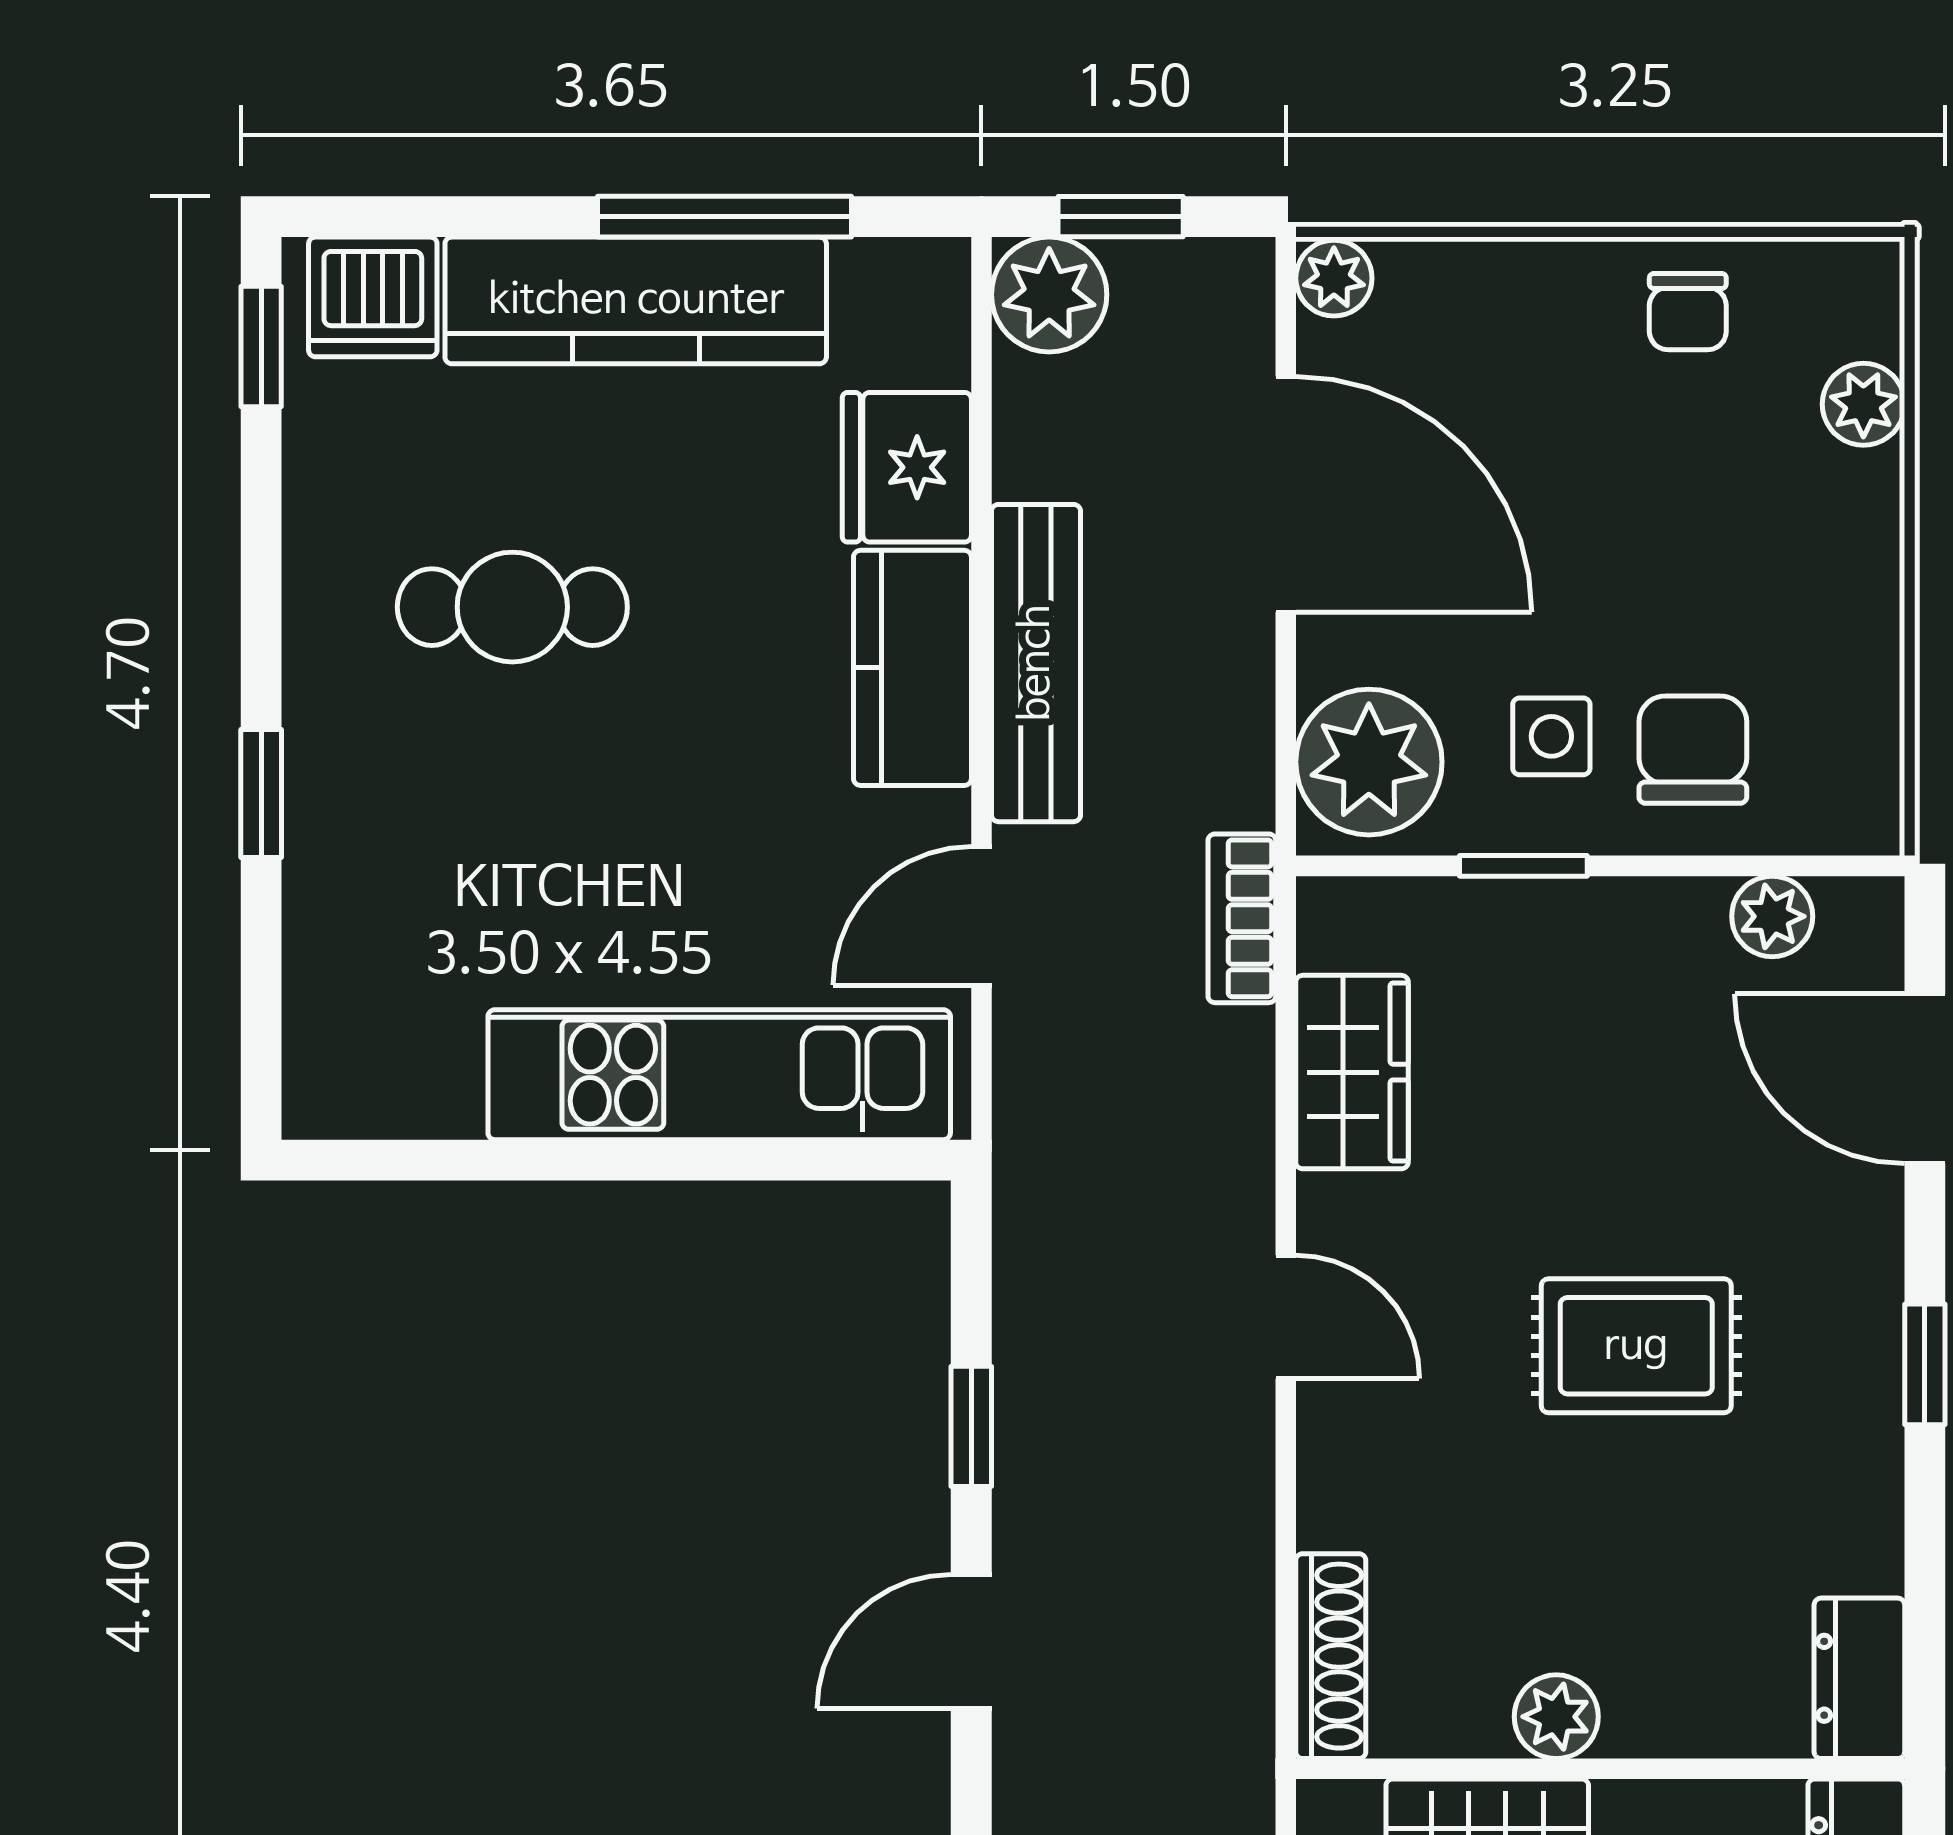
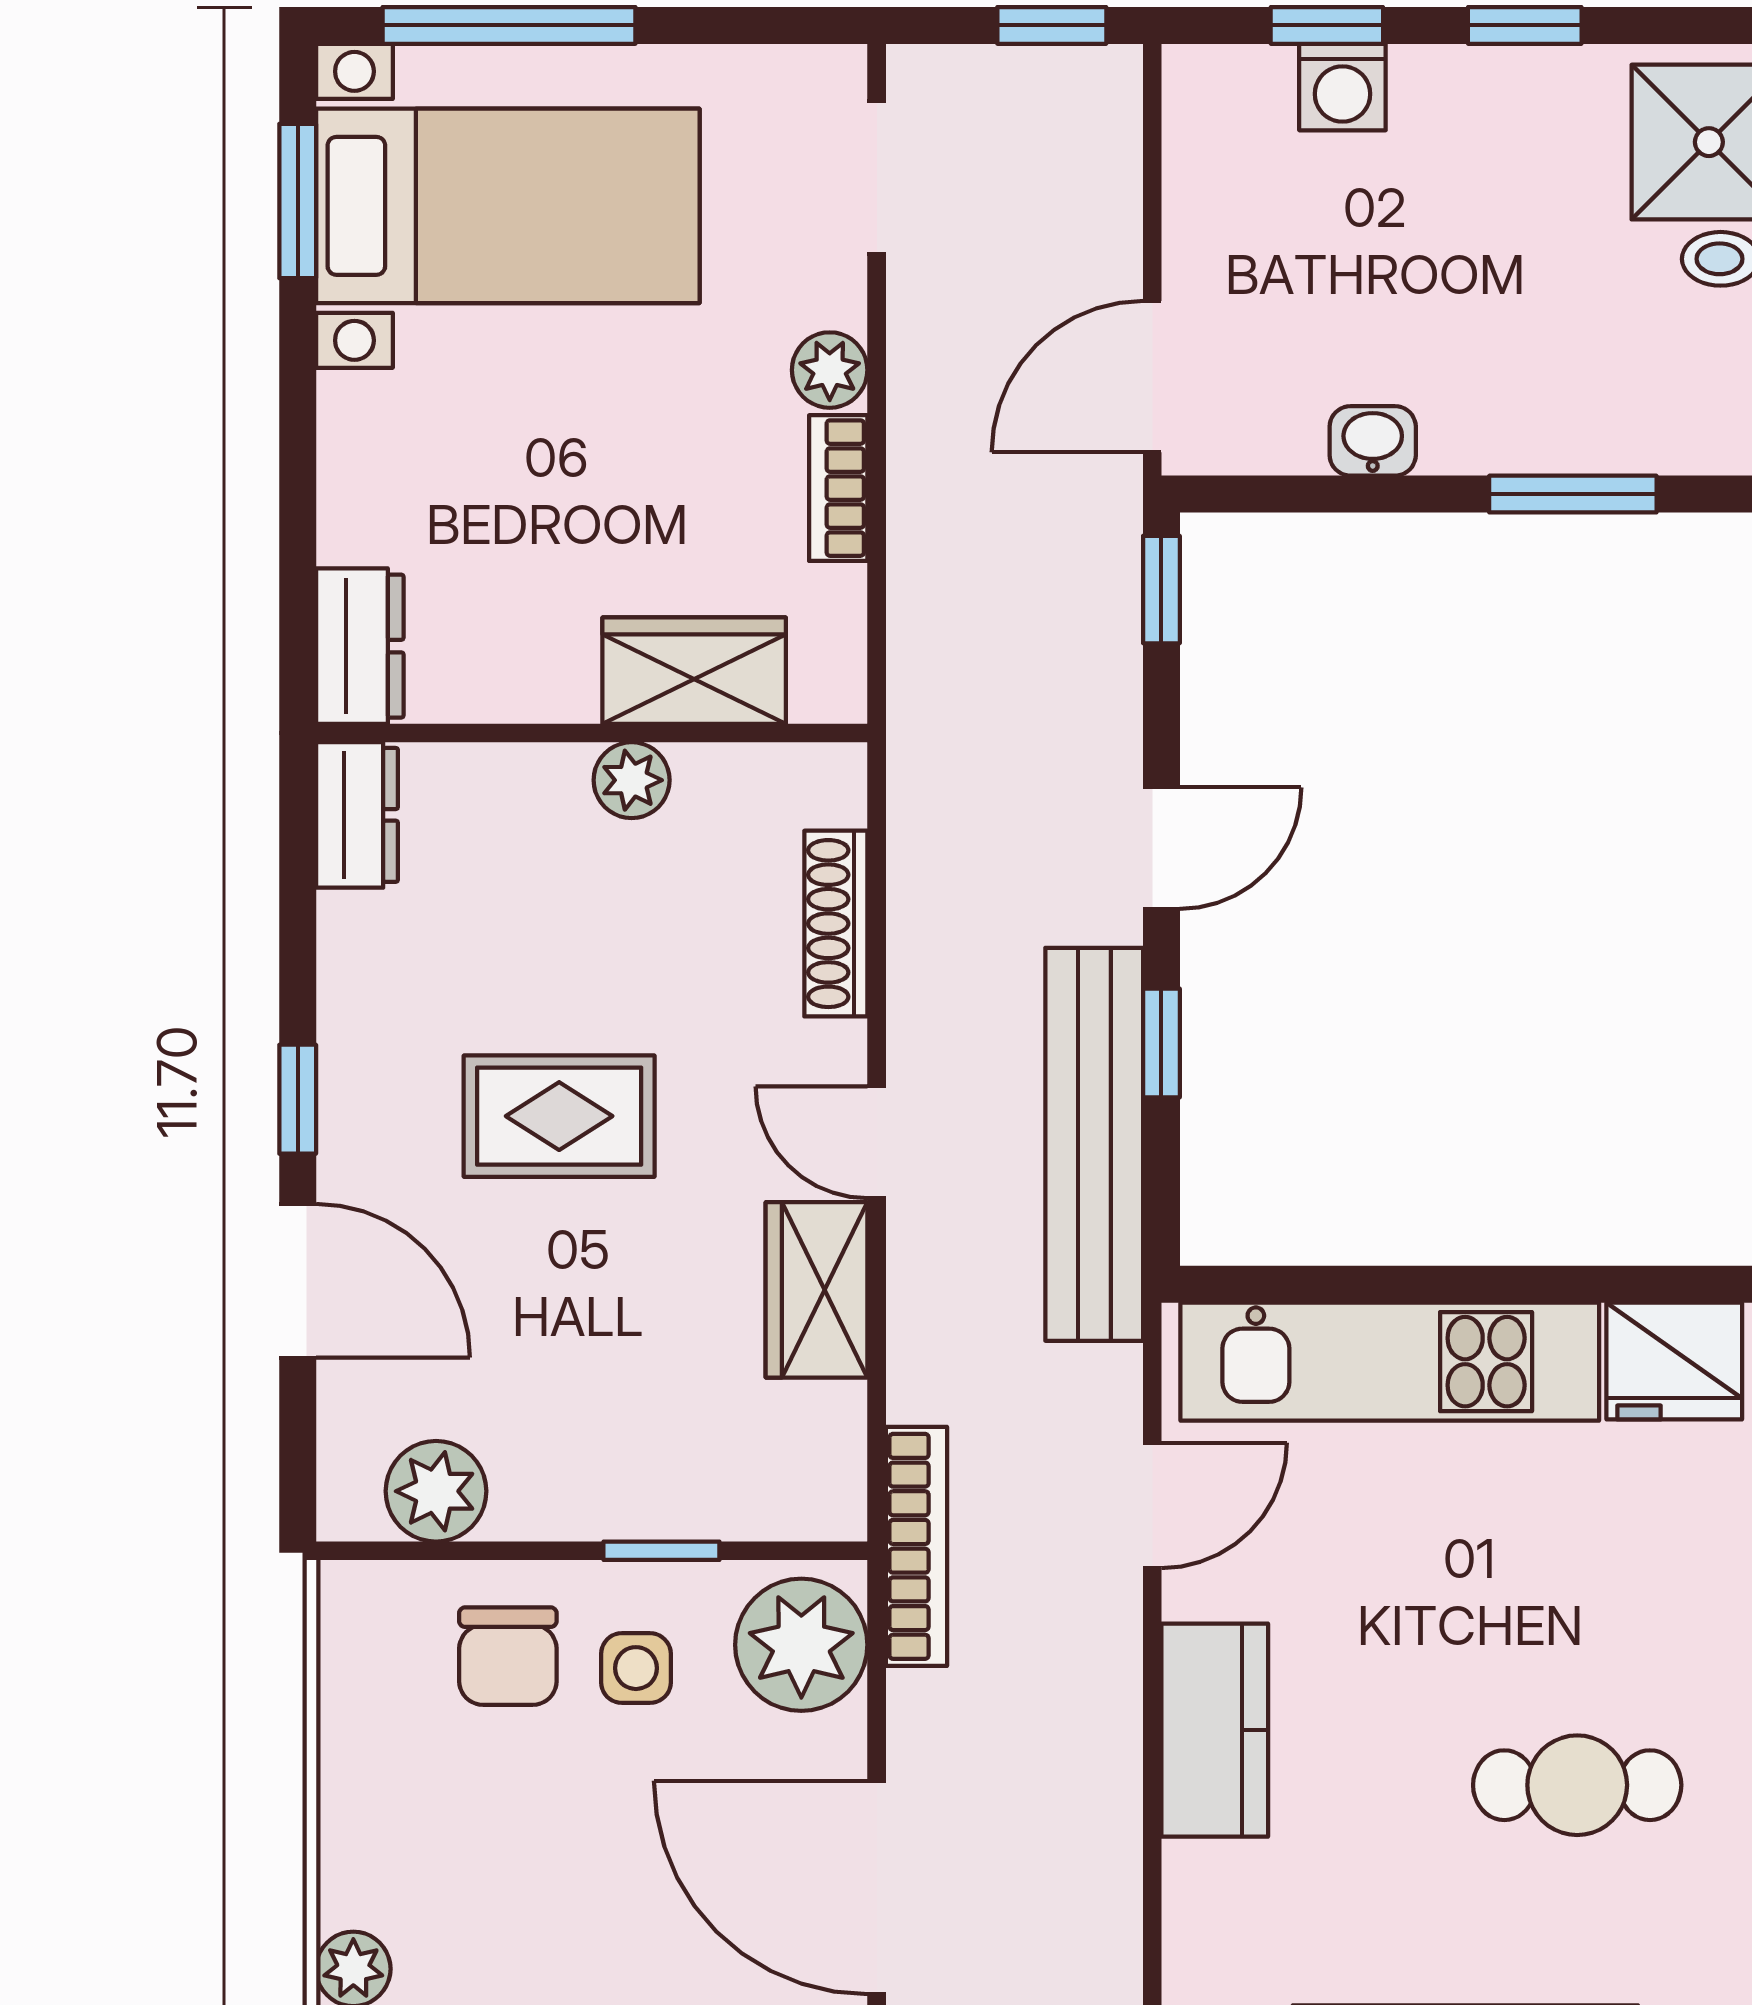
fridge: (907, 467) -> (1674, 1361), moved, turned 90
bench: (1036, 663) -> (1094, 1144), moved, width x1.37, depth x1.21
plant: (1772, 916) -> (436, 1491), width x1.38, depth x1.38
bookcase: (1242, 918) -> (916, 1546), width x1.56
wardrobe: (1352, 1072) -> (817, 1290), moved
door: (1925, 1079) -> (298, 1281), moved
shoe rack: (1331, 1656) -> (836, 924), moved

